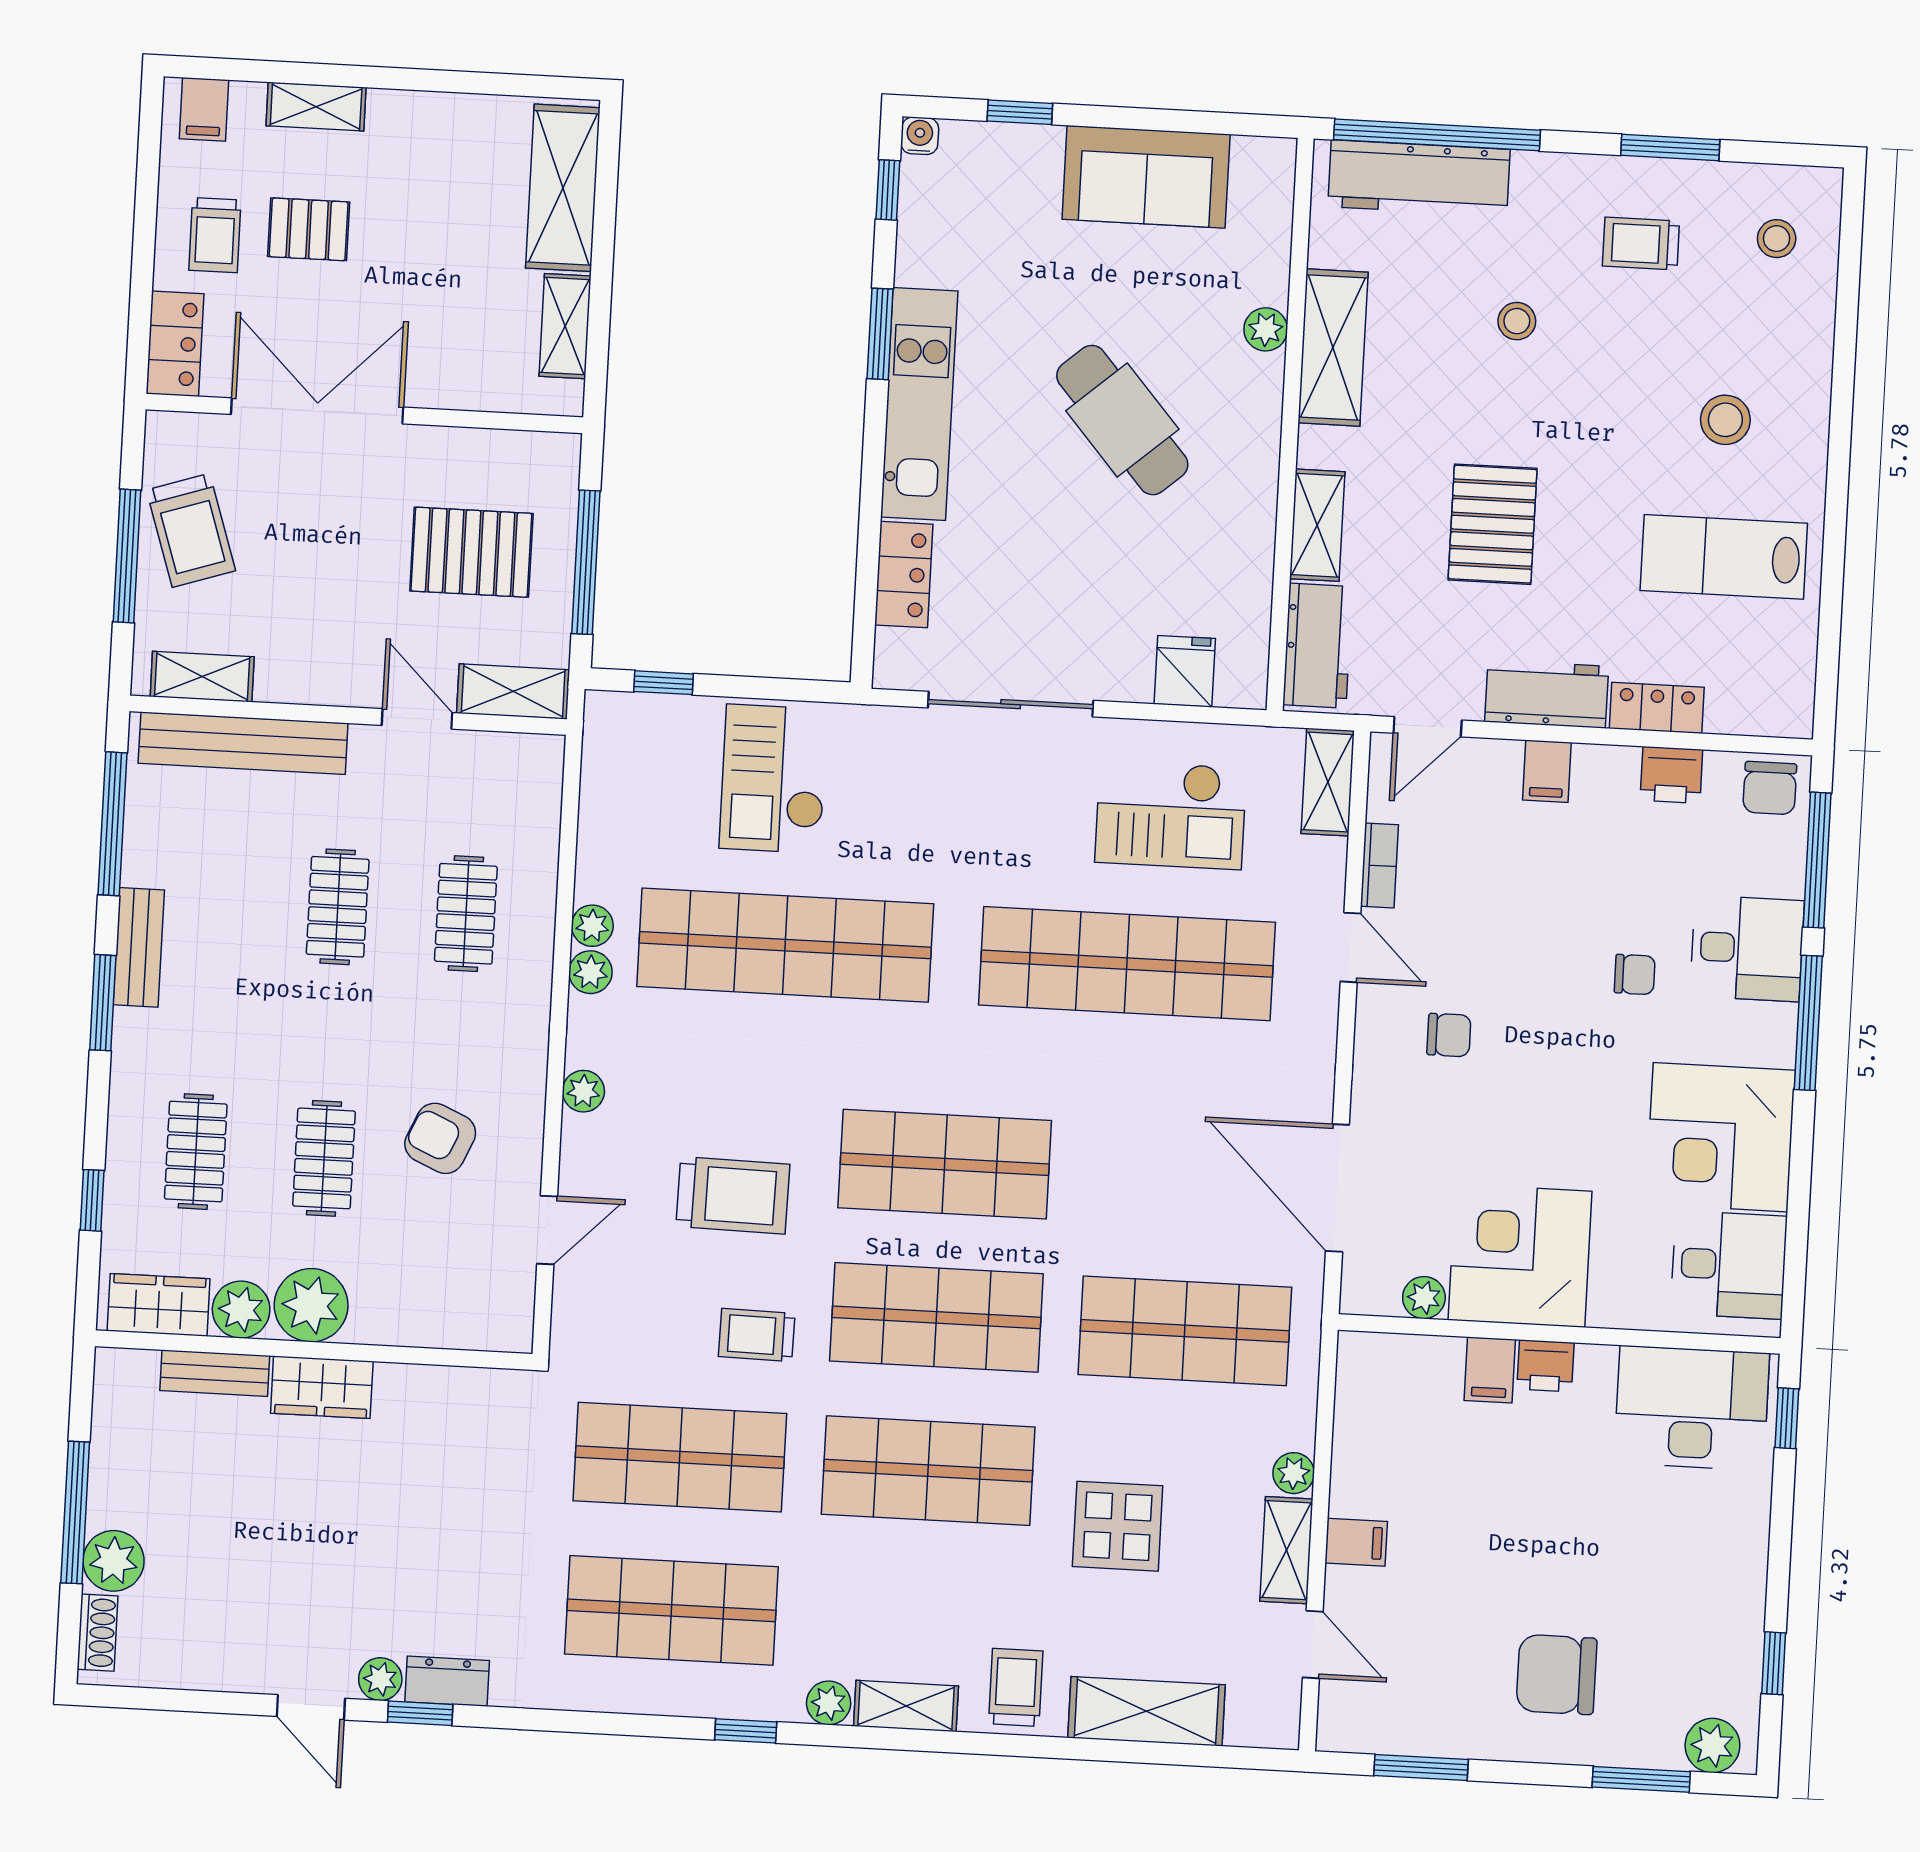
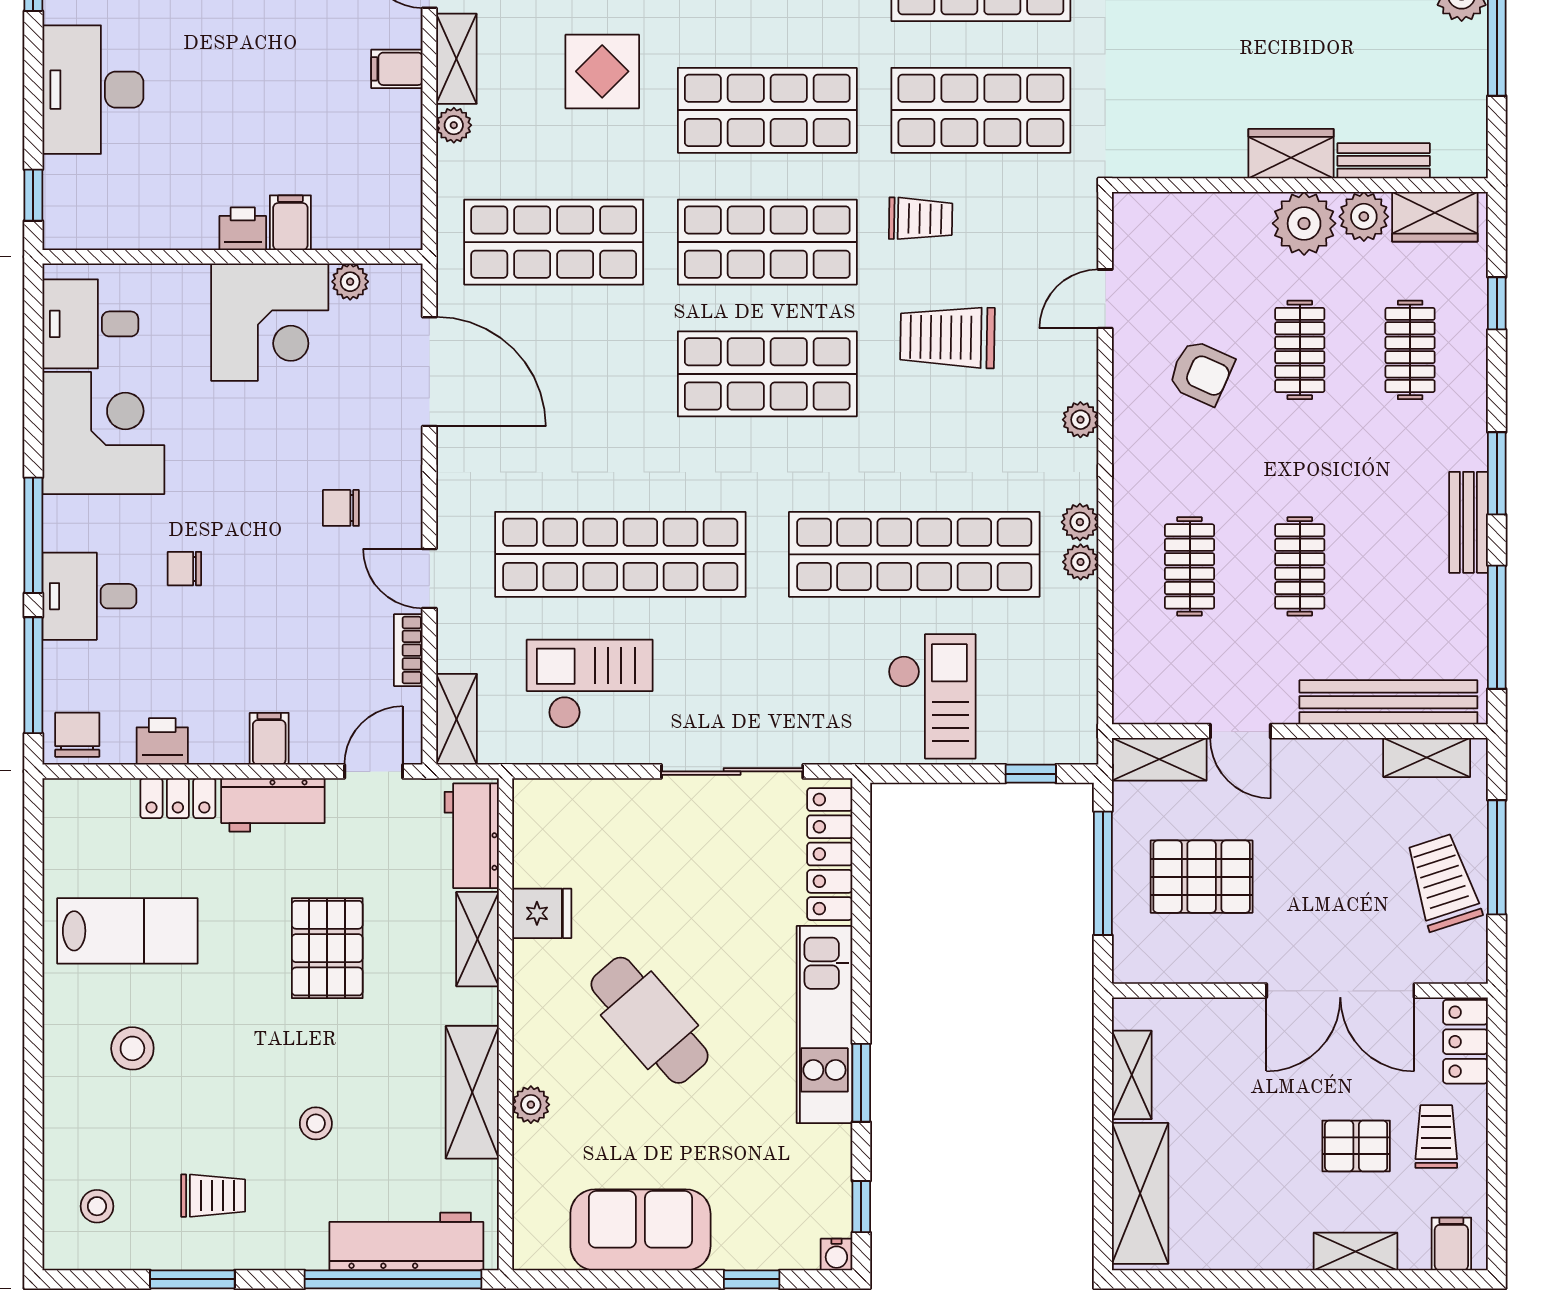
locker: (904, 575) -> (830, 854), width x1.53
fridge: (1185, 671) -> (542, 913), moved, turned -90
desk: (1692, 1408) -> (93, 90), moved, turned 90

